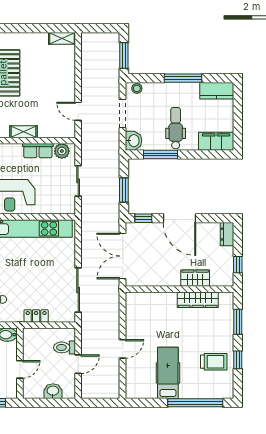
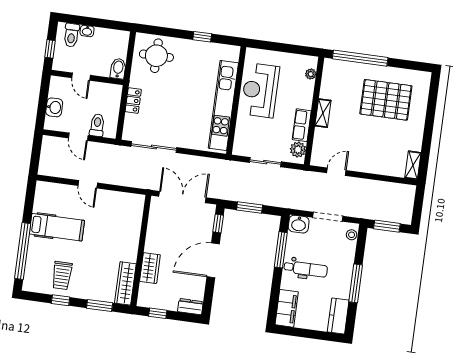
wardrobe: (198, 300) -> (125, 283), moved

